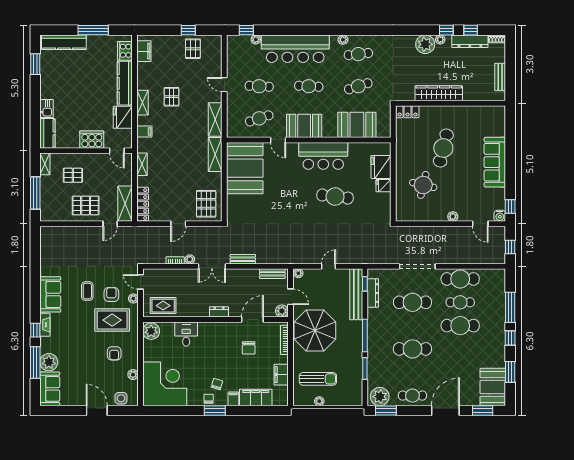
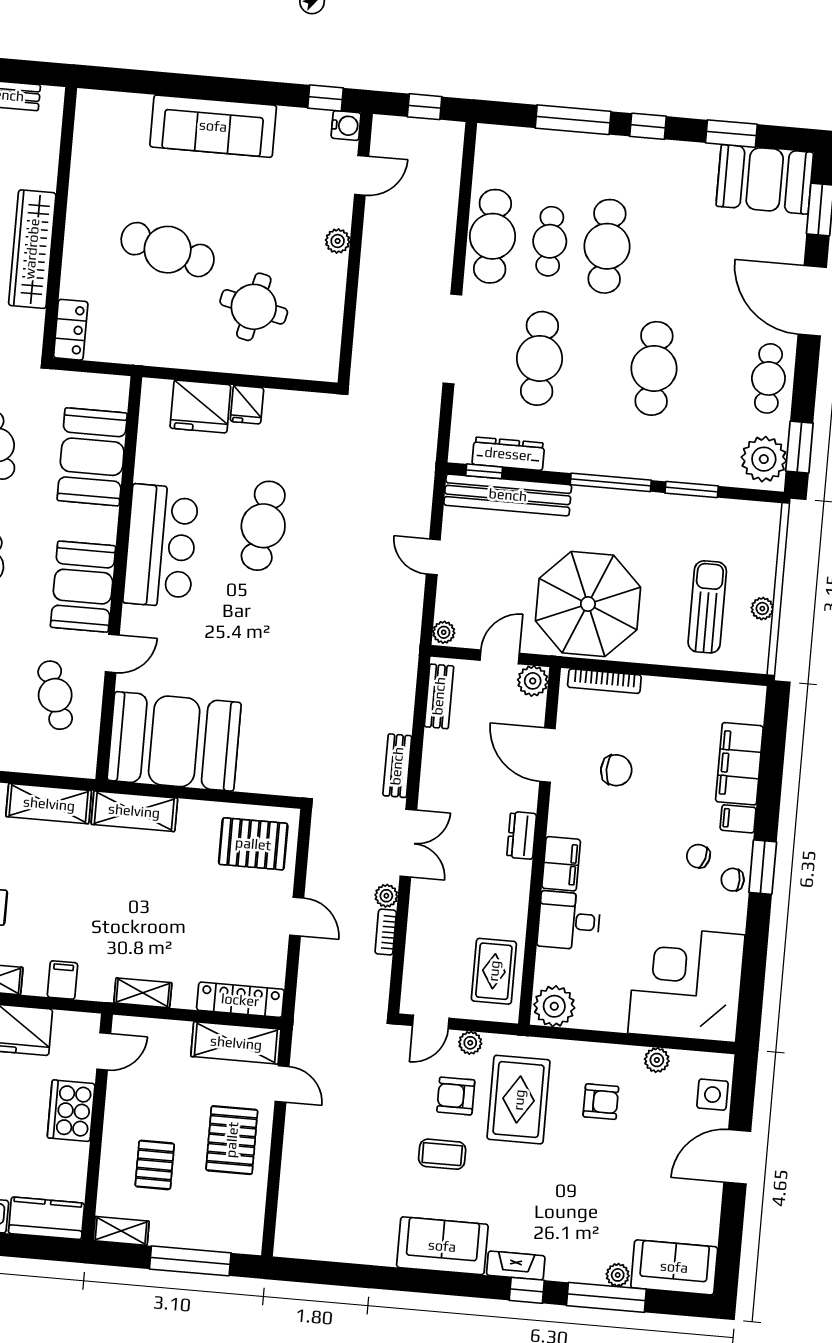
plant: (49, 362) -> (618, 1275), width x0.53, depth x0.53
filing cabinet: (281, 375) -> (561, 864), moved, turned -90

